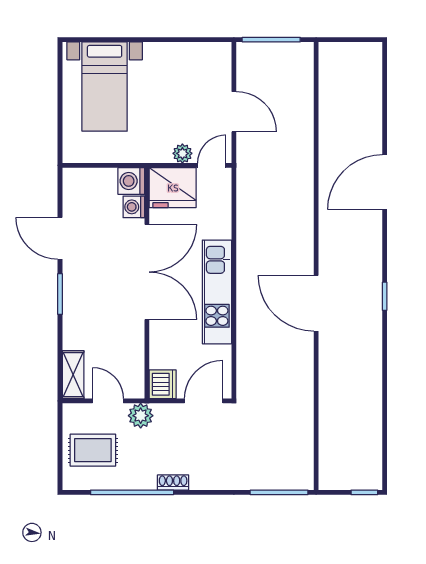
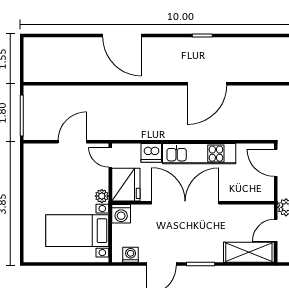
bed with nightstands: (105, 87) -> (77, 231), moved, turned 180
plant: (182, 153) -> (102, 196), moved
washing machine: (134, 207) -> (131, 255), moved, turned 180
shelving: (73, 375) -> (249, 252), width x1.50, depth x1.33
dishwasher: (163, 384) -> (151, 153), moved, turned 180

